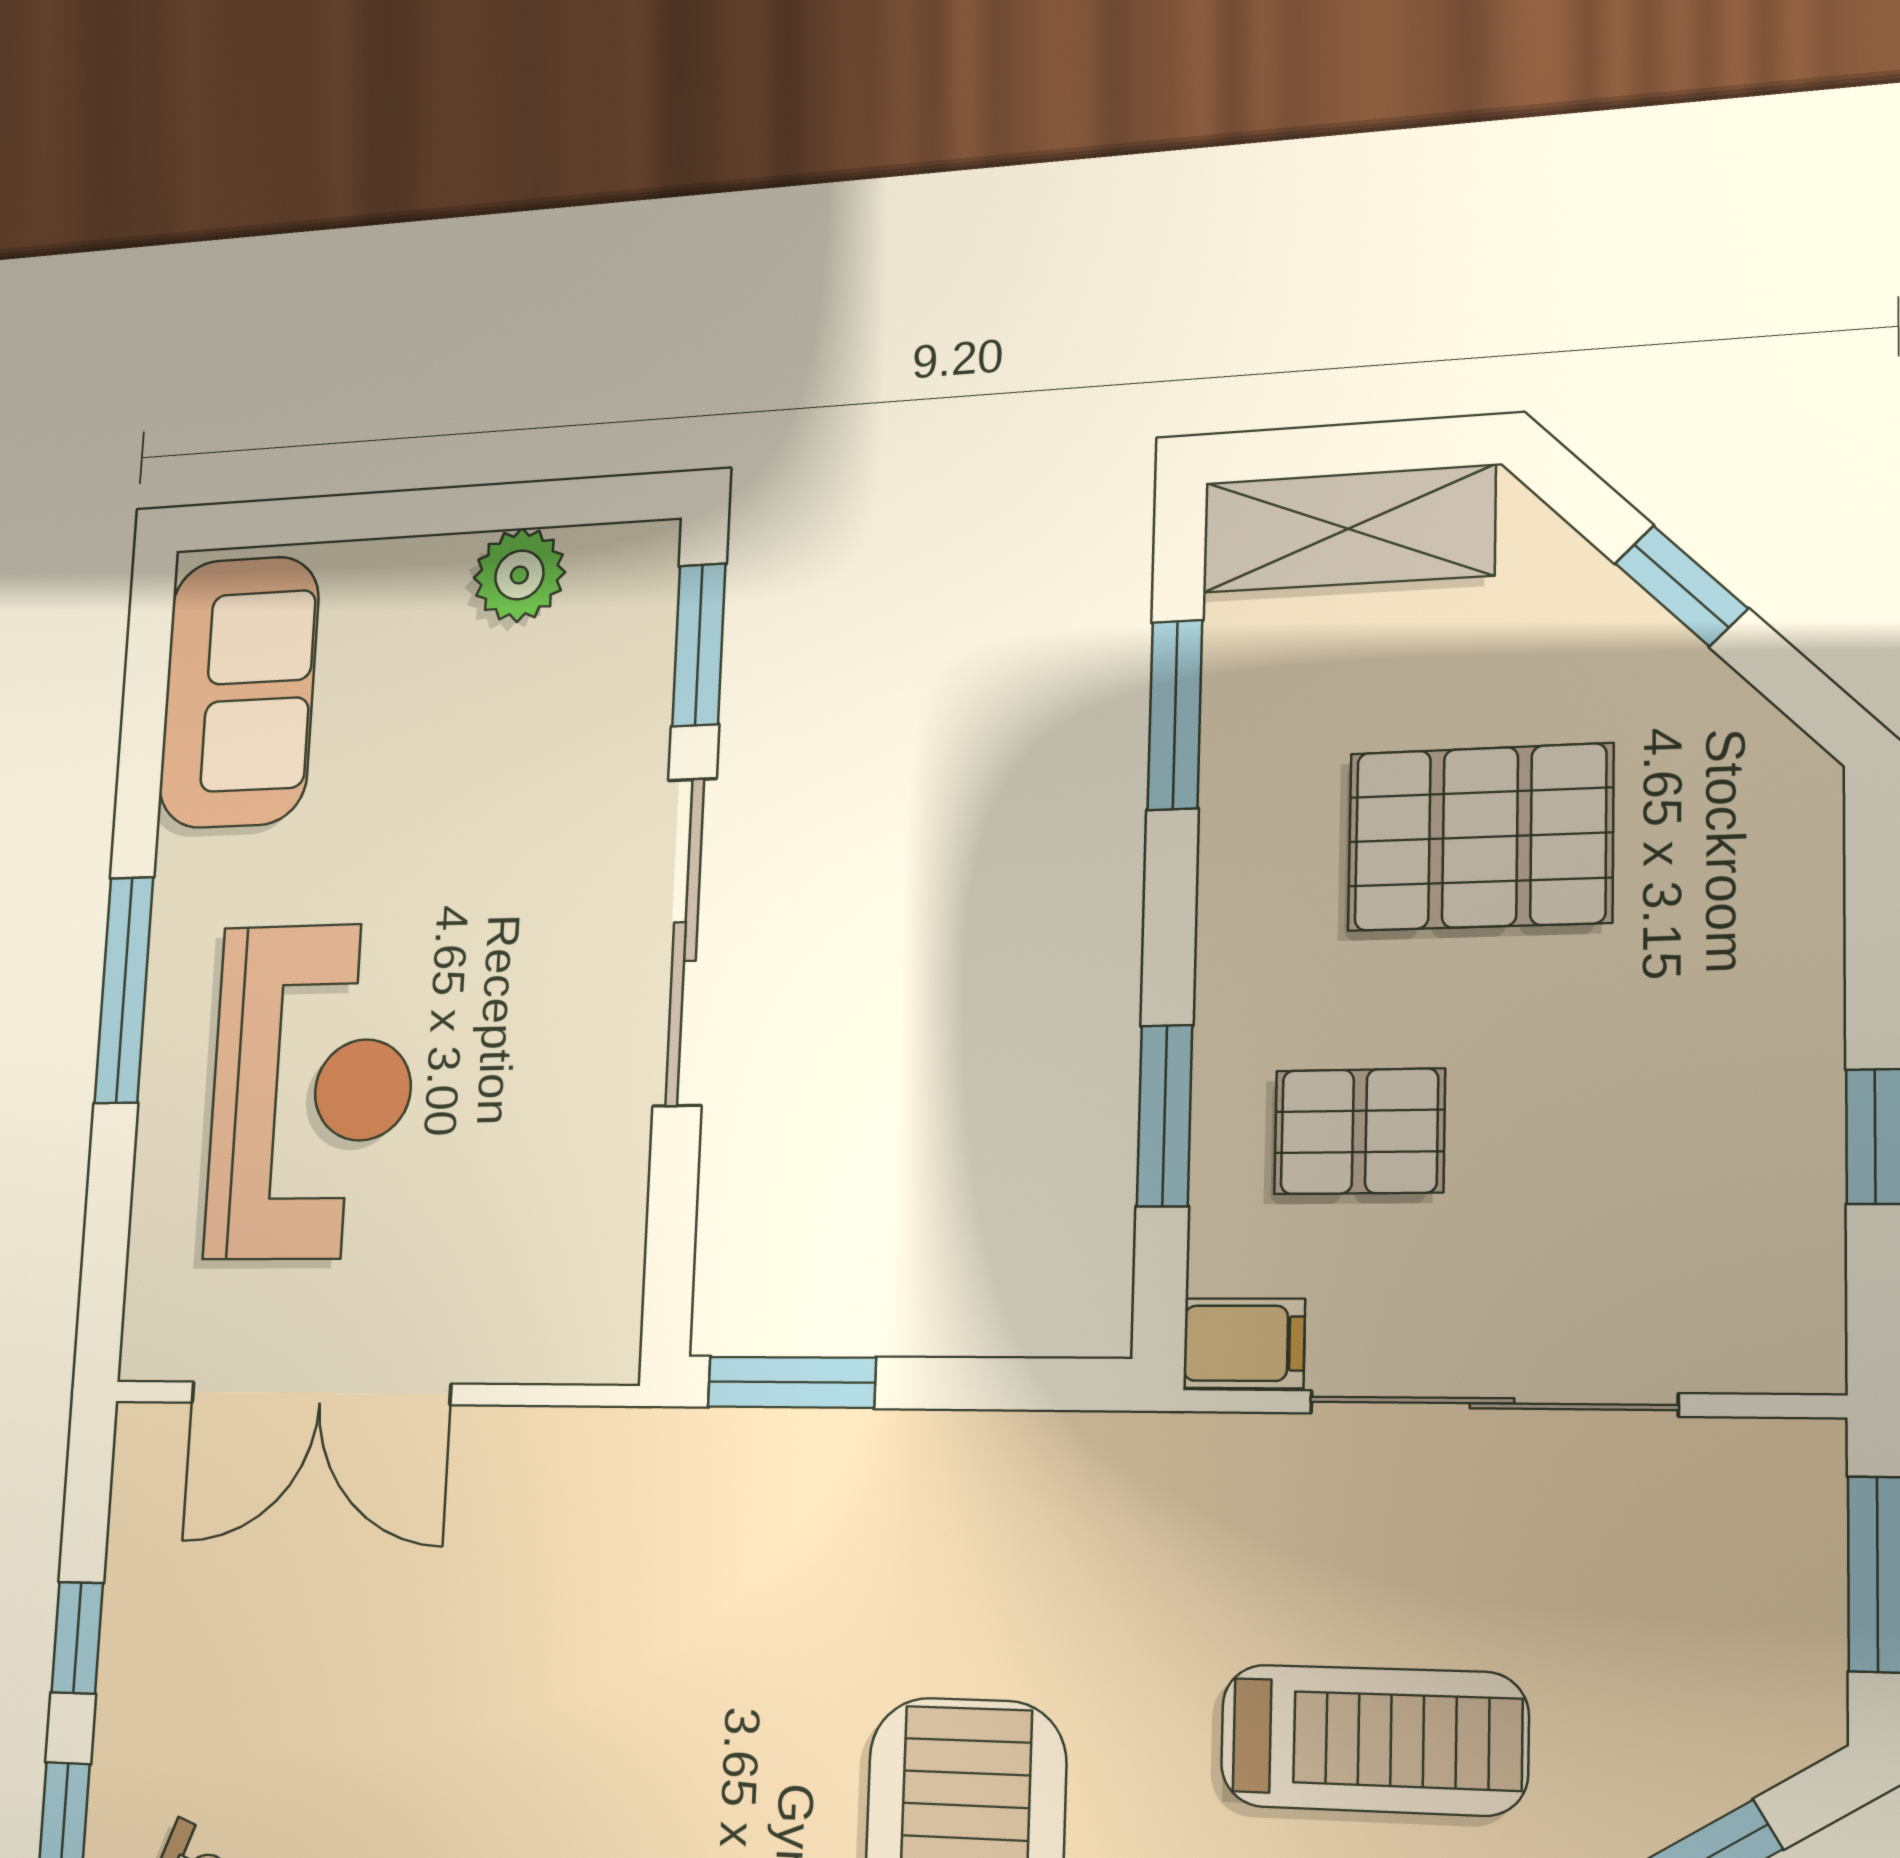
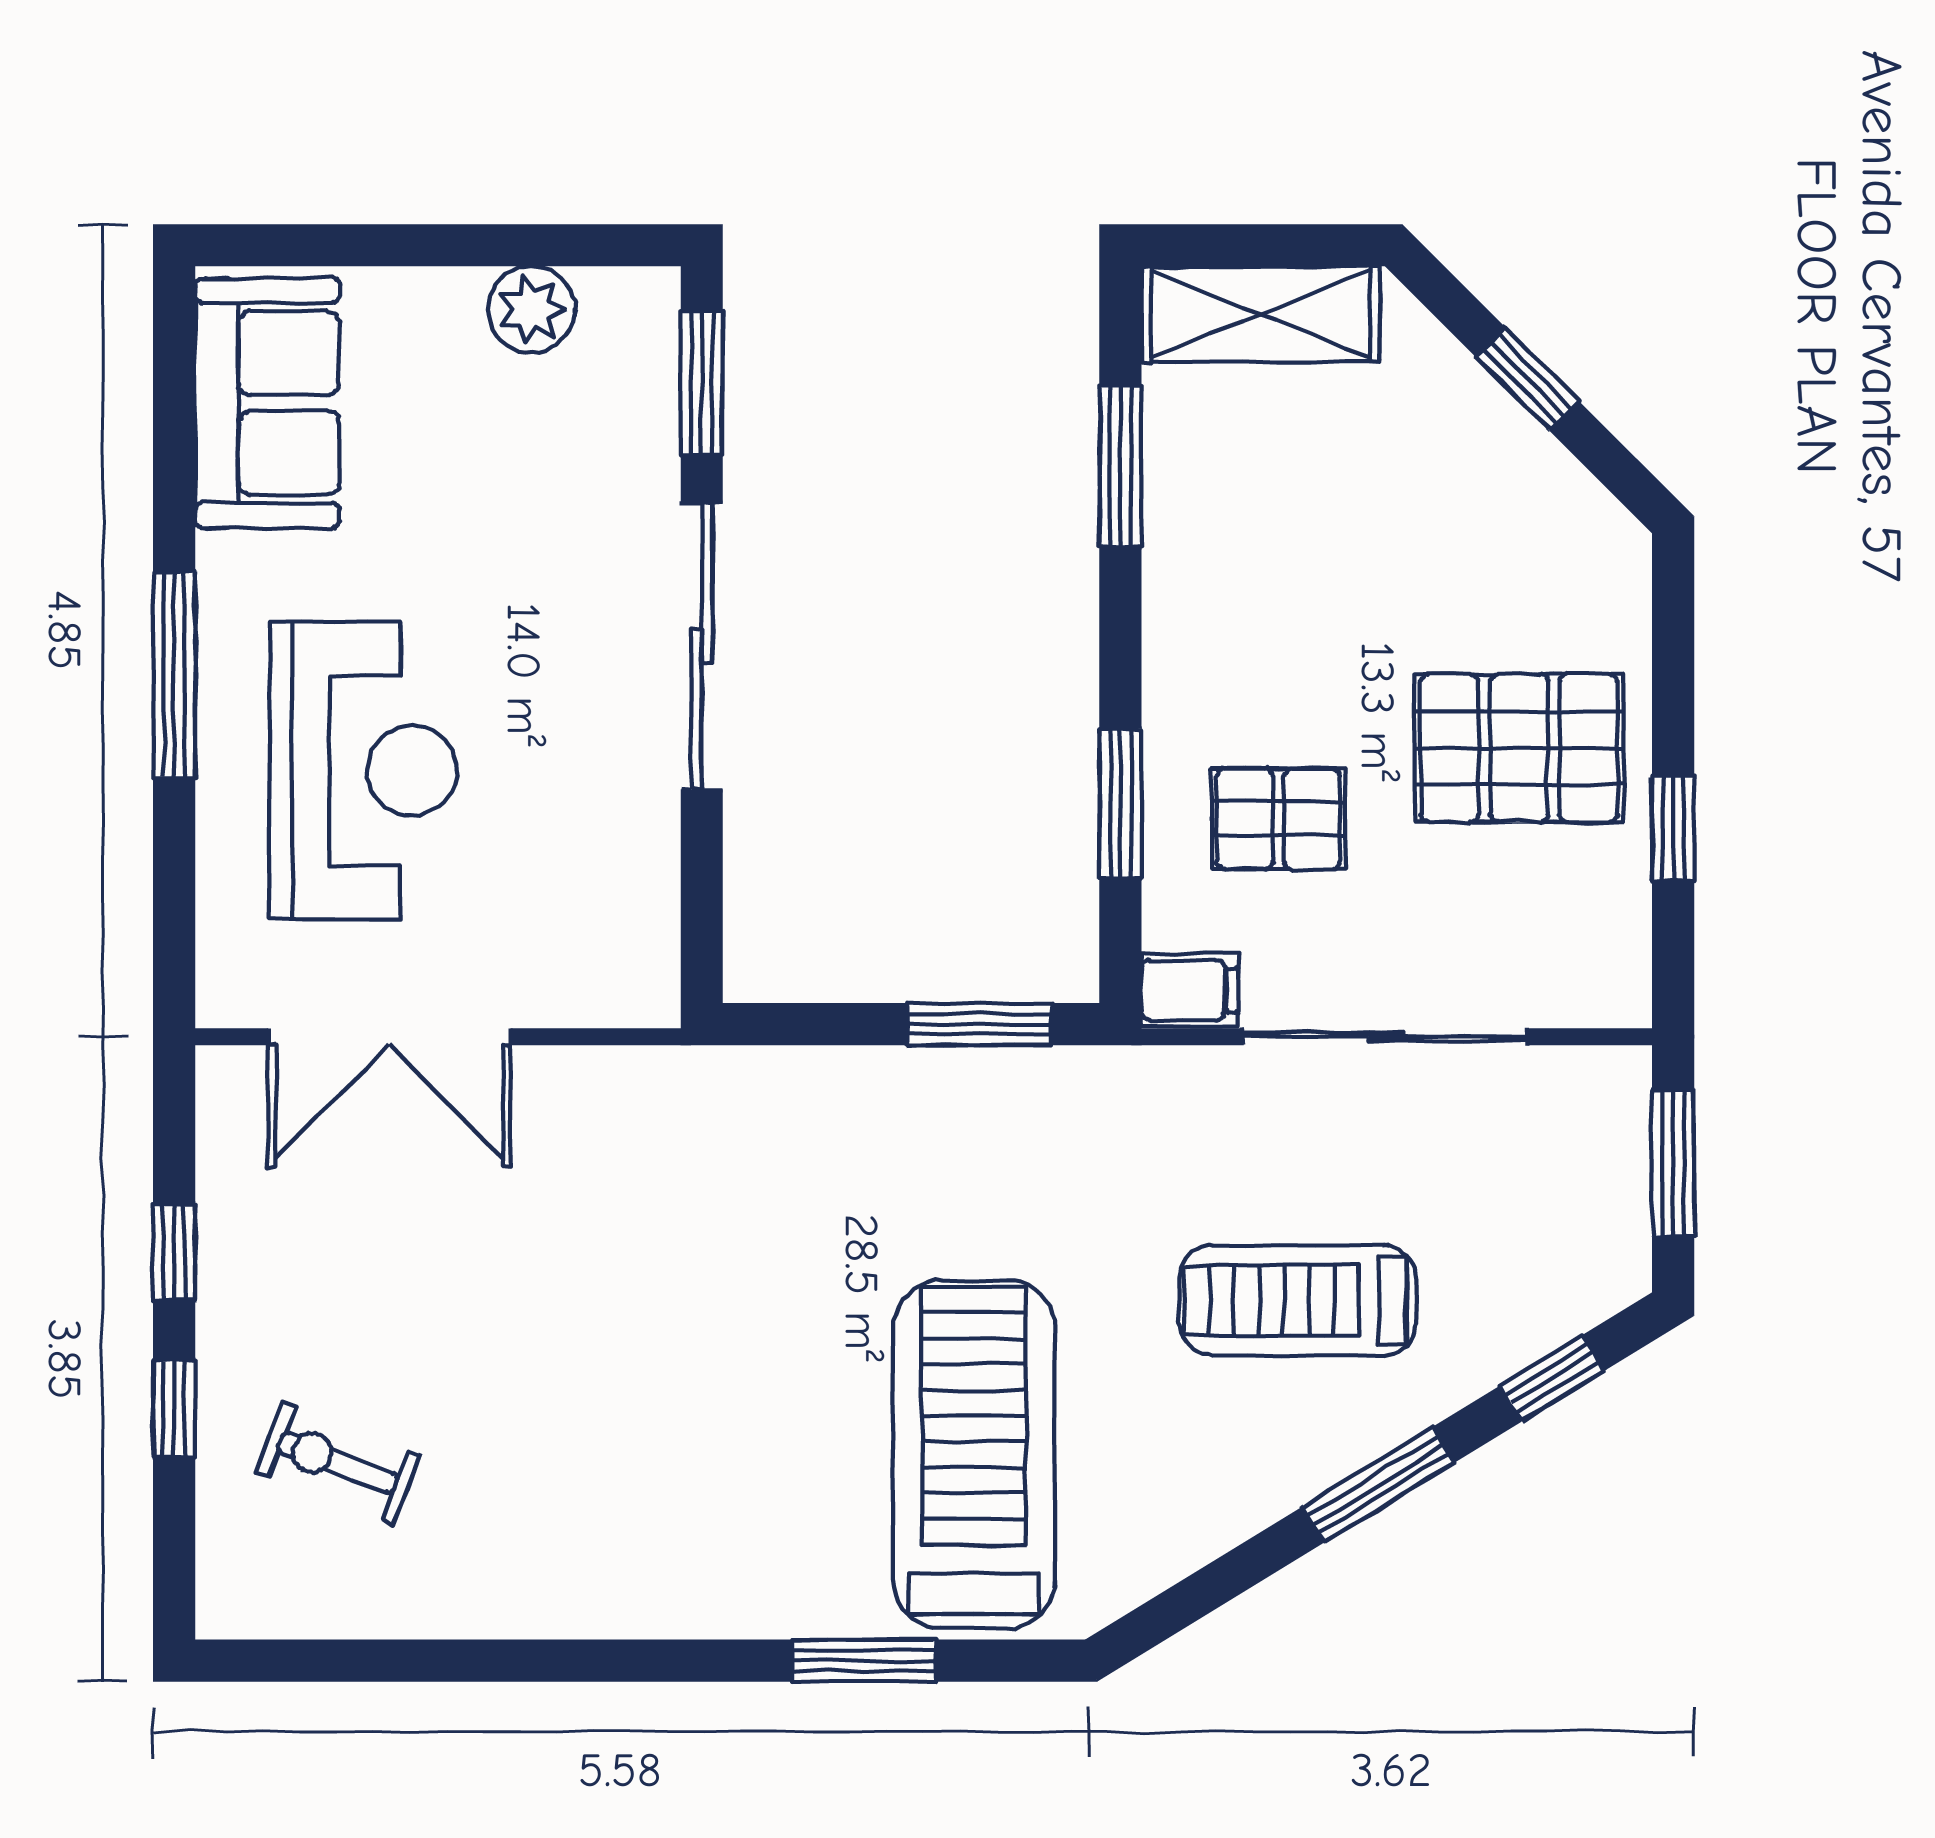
pallet: (1480, 837) -> (1519, 748), moved
window: (792, 1382) -> (979, 1024), moved
treadmill: (1373, 1740) -> (1298, 1300), turned 180

